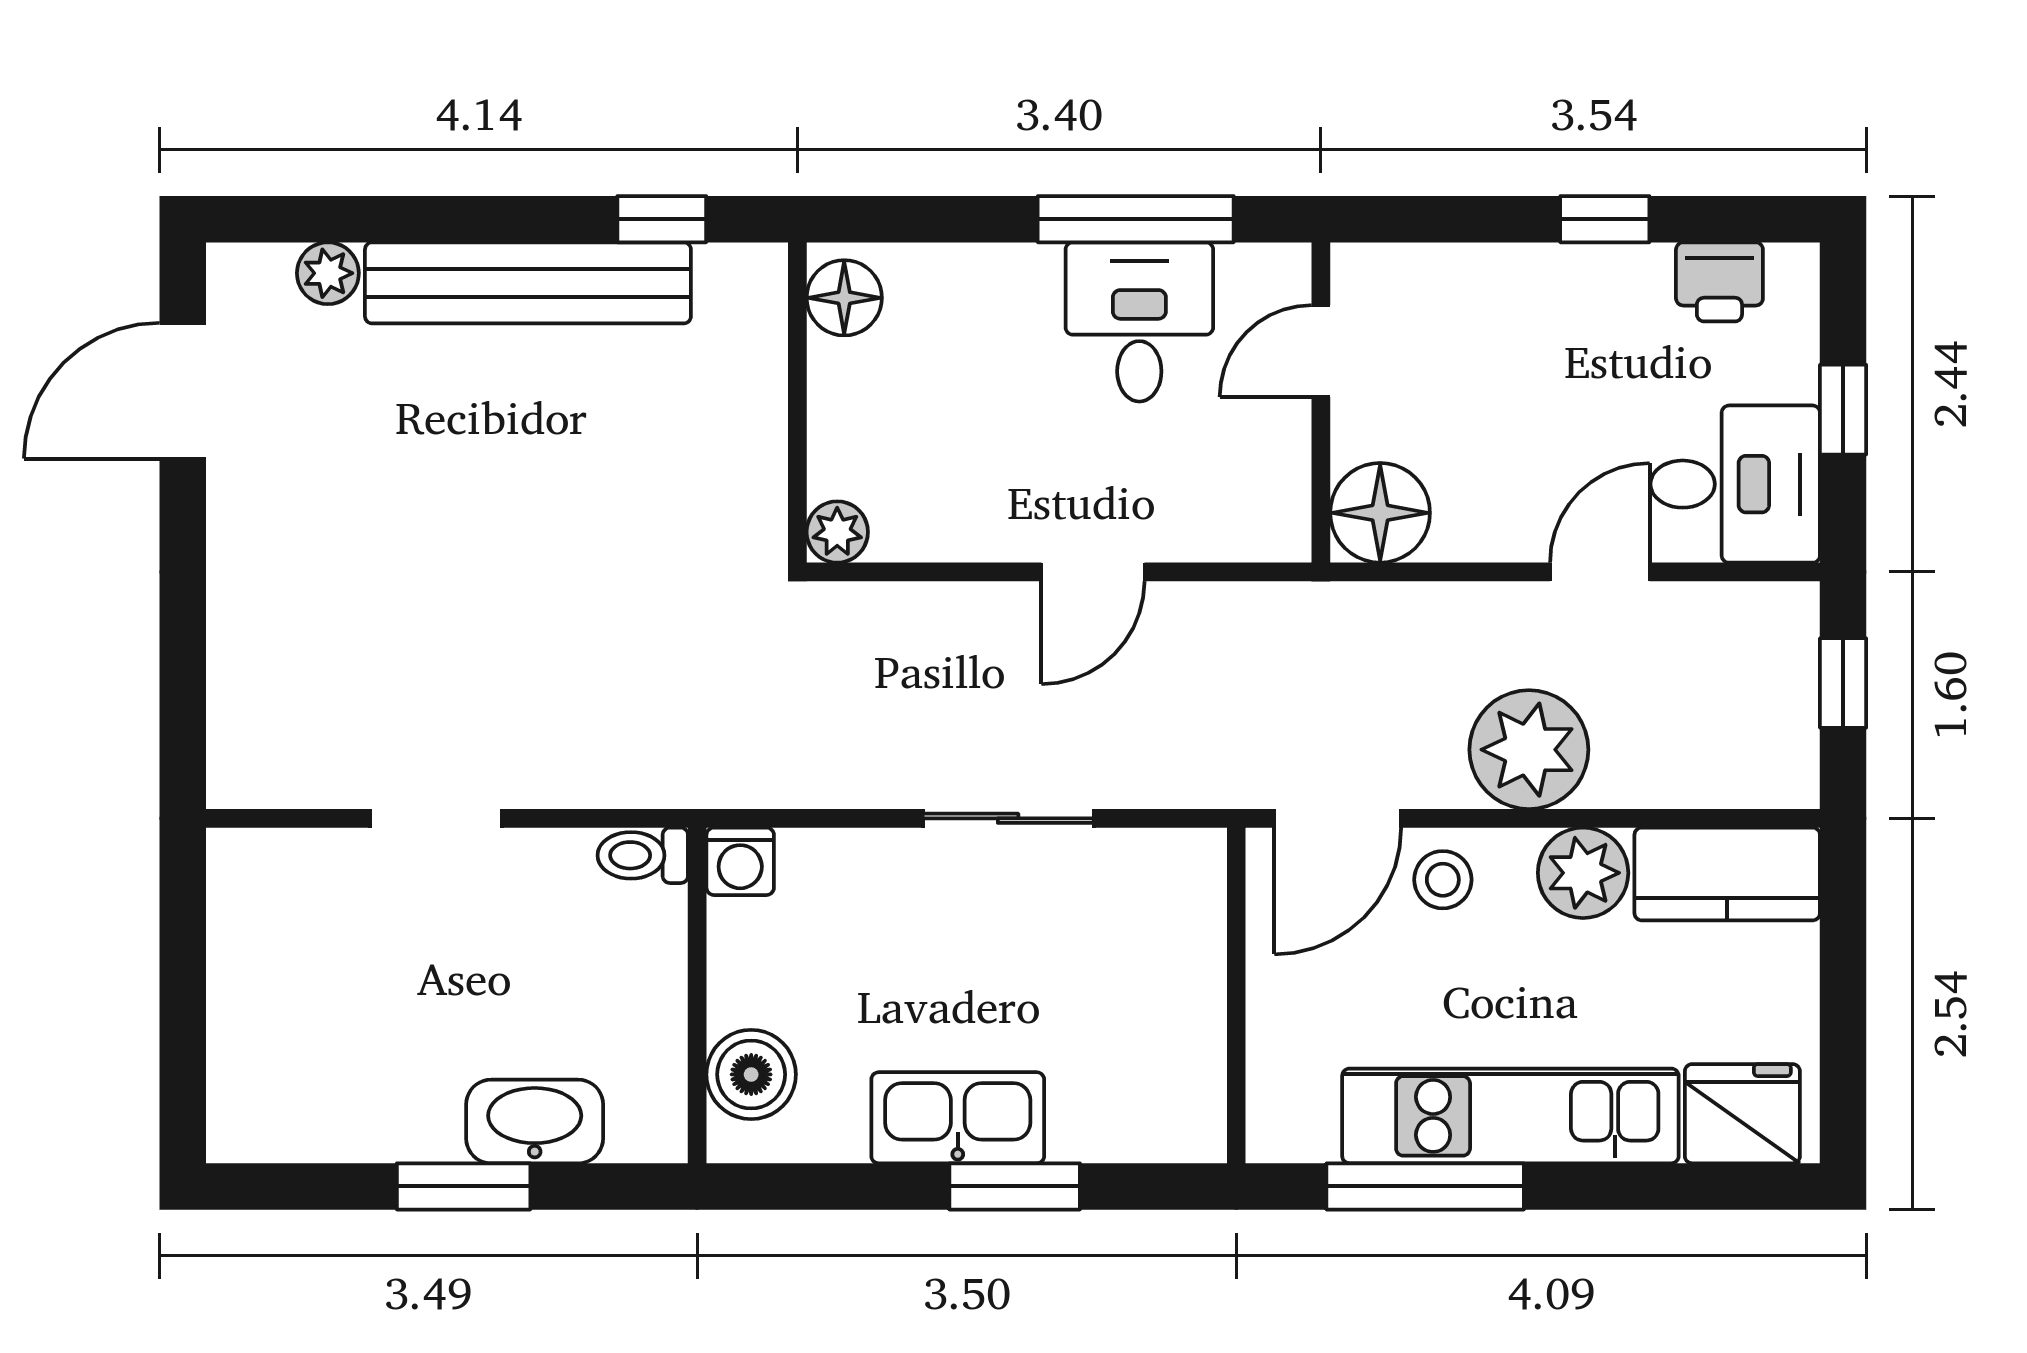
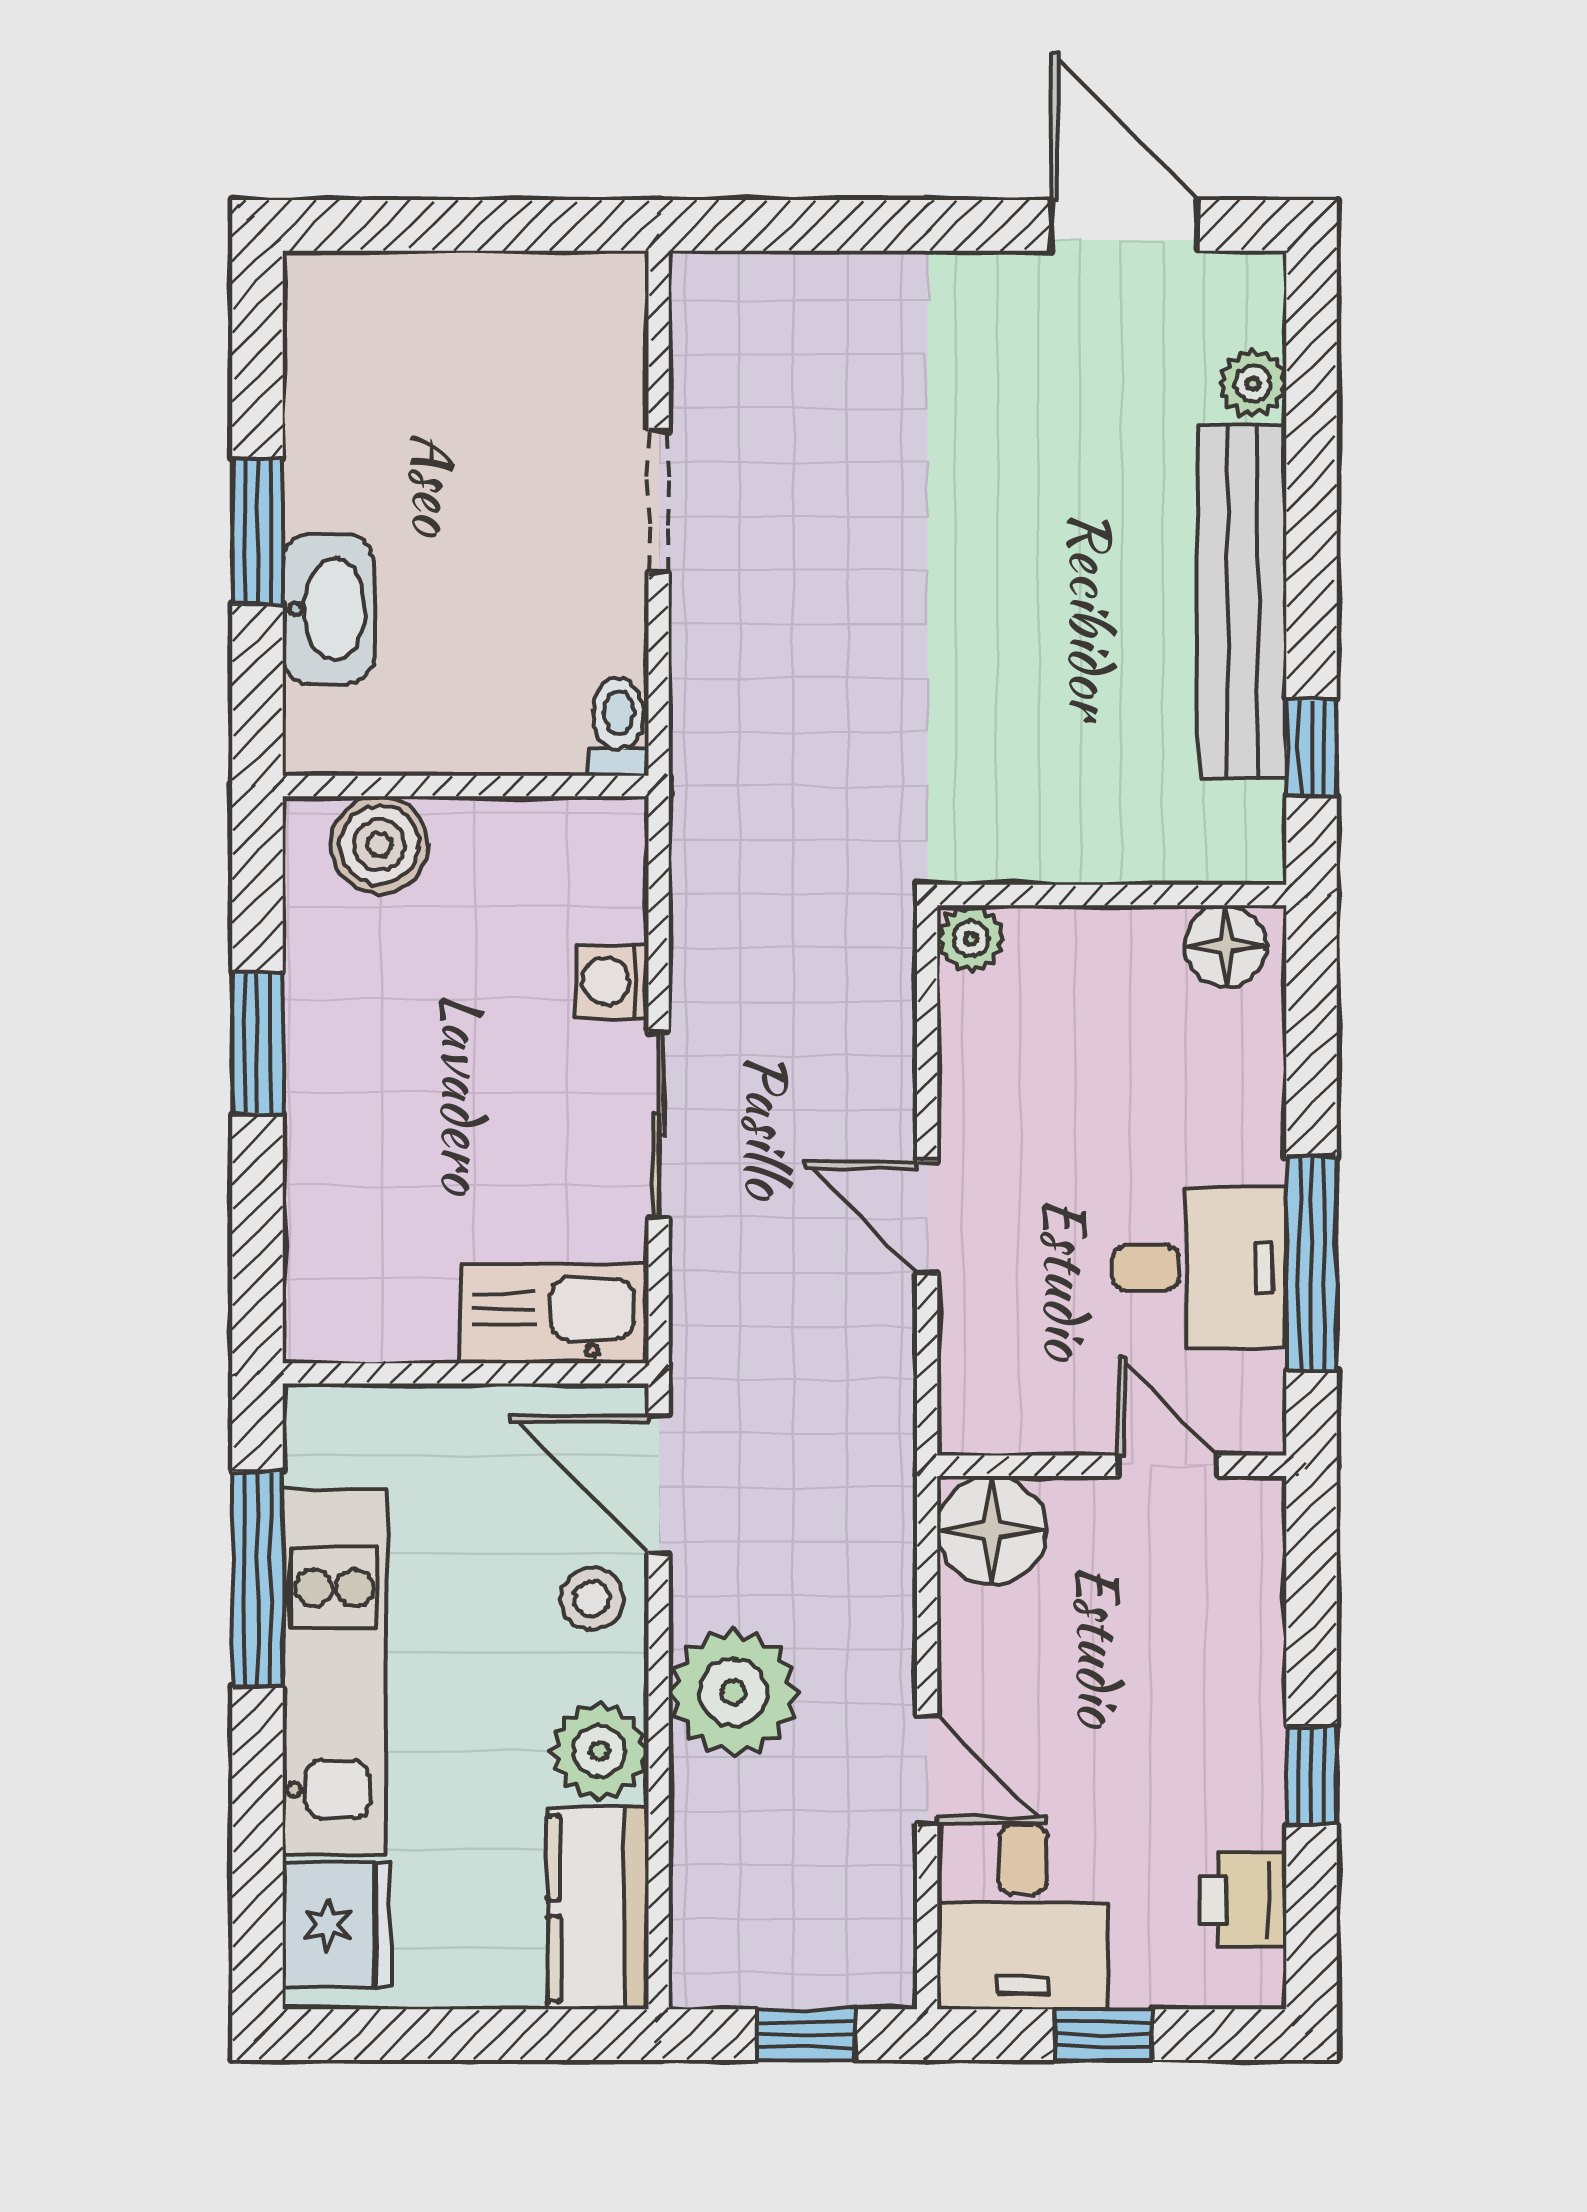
washing machine: (740, 861) -> (612, 981), moved
kitchen sink: (958, 1118) -> (554, 1314), moved, turned -90
window: (1015, 1186) -> (257, 1043), moved

